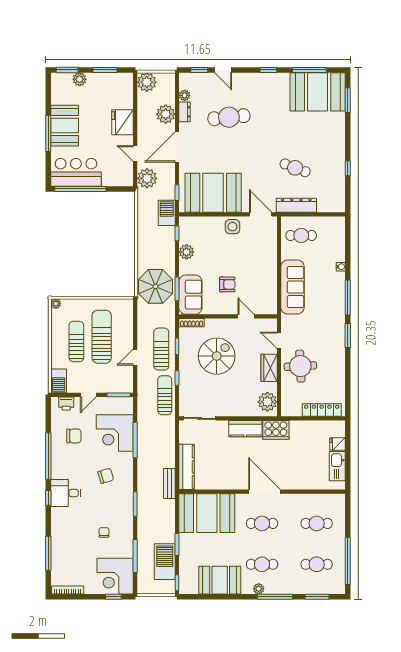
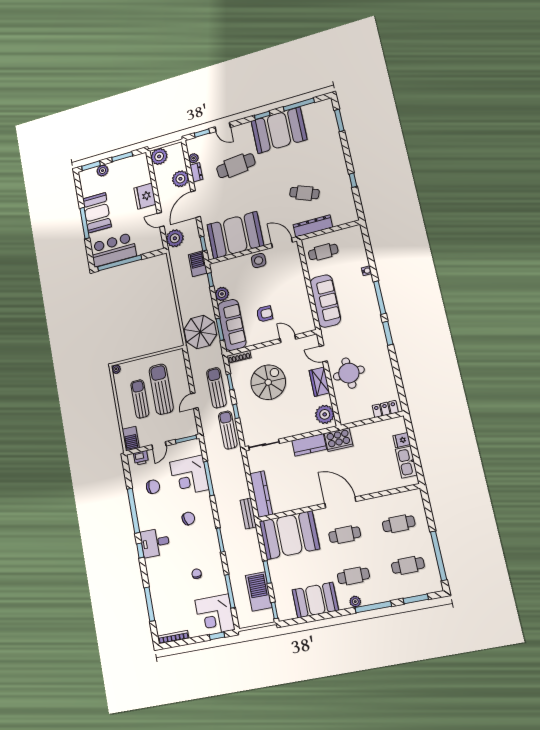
booth: (318, 92) -> (279, 130), moved
sofa: (190, 295) -> (232, 325), width x1.36
locker: (322, 410) -> (385, 409), width x0.66

